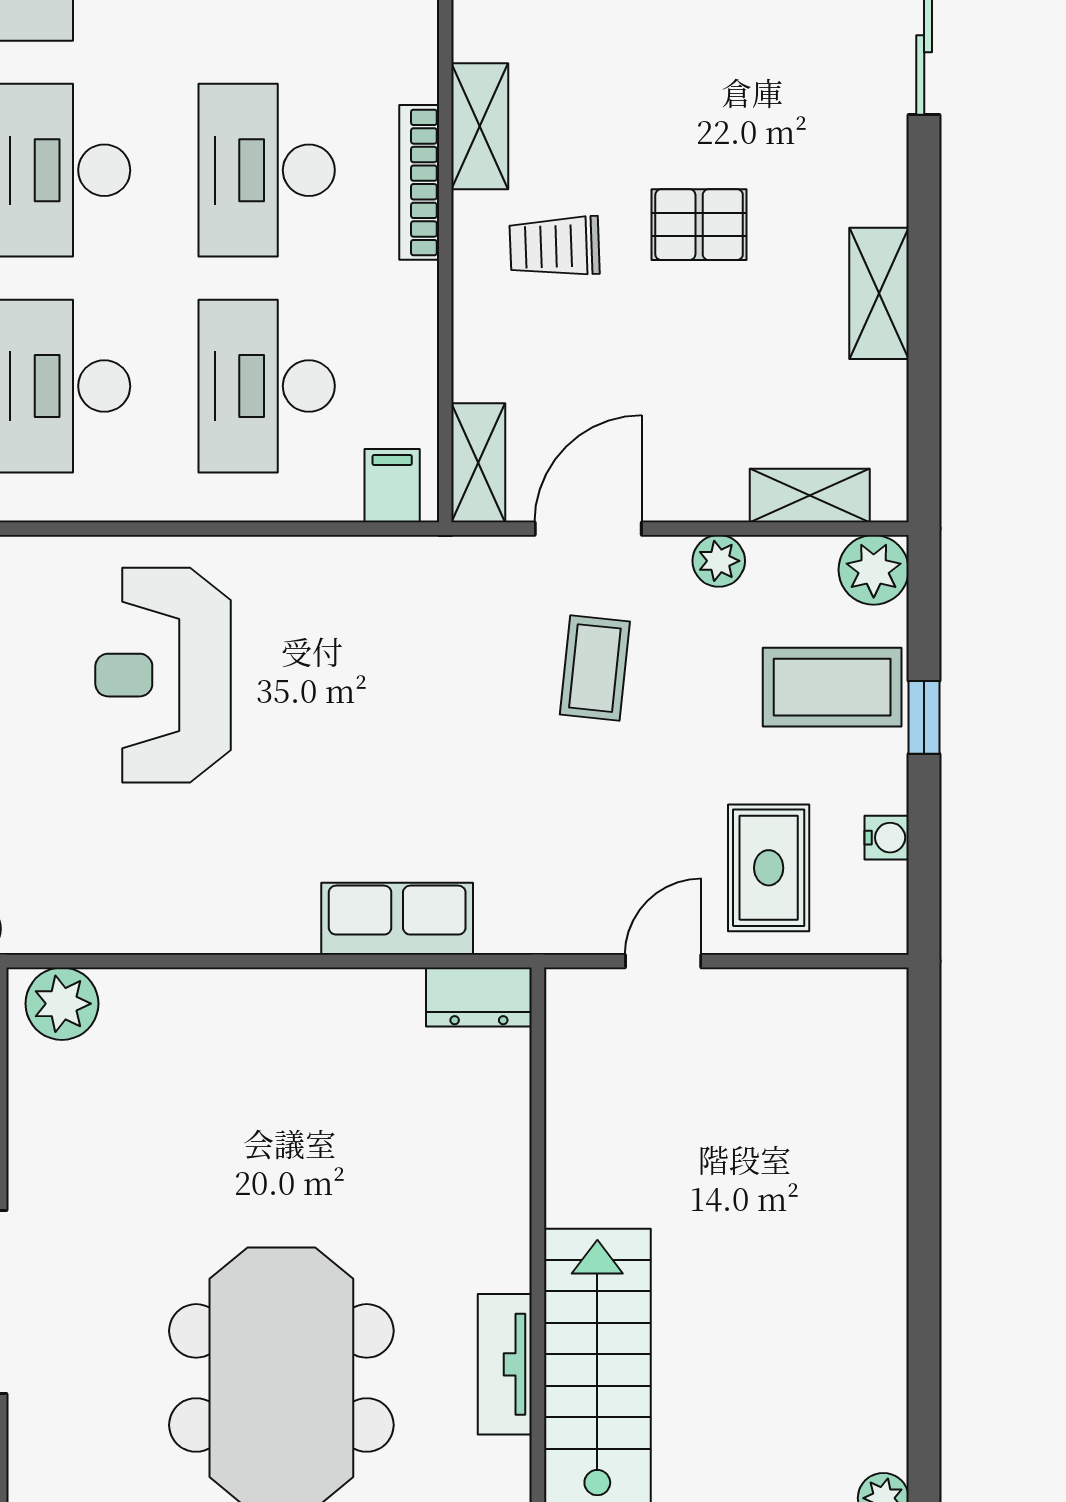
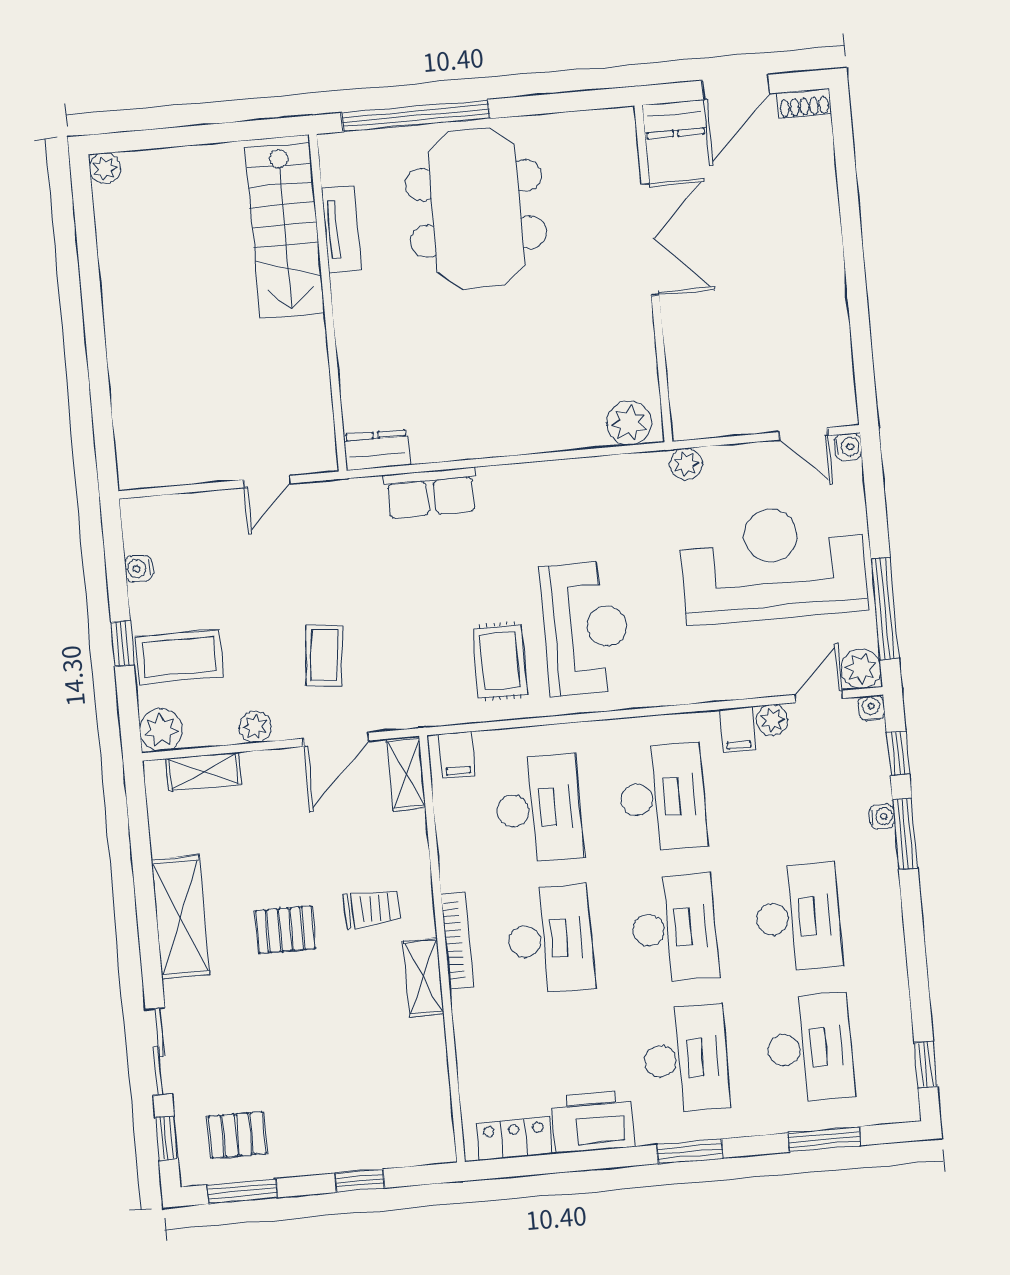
shelving: (879, 293) -> (180, 917), width x1.50, depth x1.33
rug: (769, 868) -> (500, 661), moved

